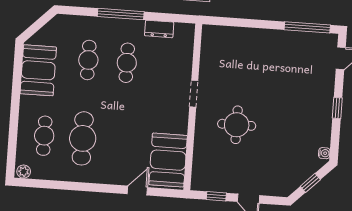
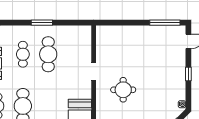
window: (121, 14) -> (42, 23), width x0.69
dresser: (159, 29) -> (68, 31), removed
cafe table: (127, 63) -> (48, 54), width x1.37, depth x1.35

